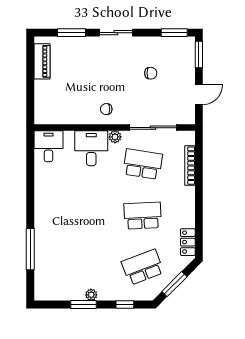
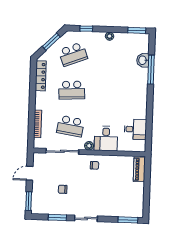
window: (72, 33) -> (128, 220), moved
window: (174, 33) -> (57, 217), moved
piano: (42, 61) -> (139, 169), moved
desk: (48, 146) -> (135, 129), moved, turned -90
locker: (188, 242) -> (41, 76), width x1.53
washbasin: (42, 262) -> (143, 60), added
window: (84, 304) -> (137, 30), moved

